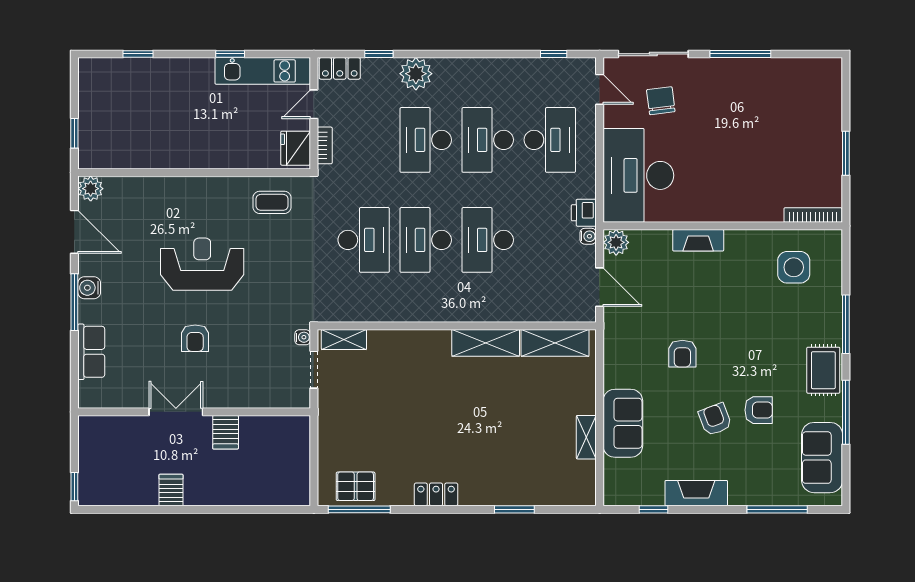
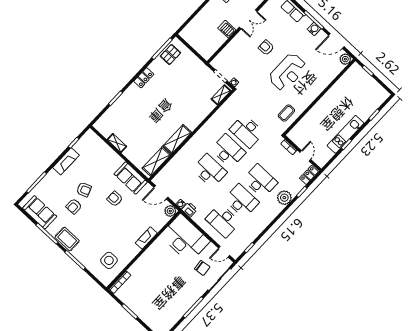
kitchen unit: (263, 71) -> (346, 134), moved
fridge: (296, 148) -> (297, 137), removed
sofa: (623, 423) -> (131, 178), moved

